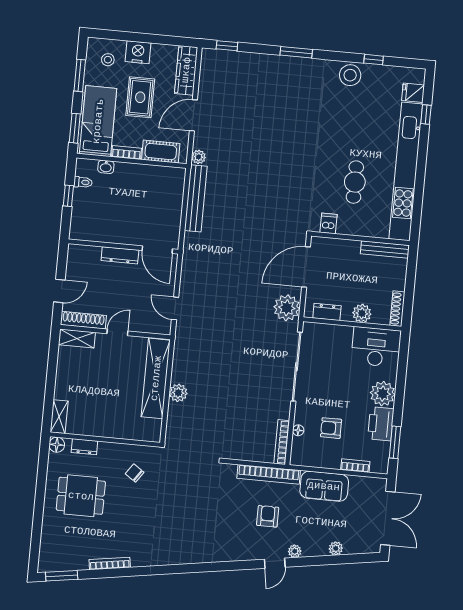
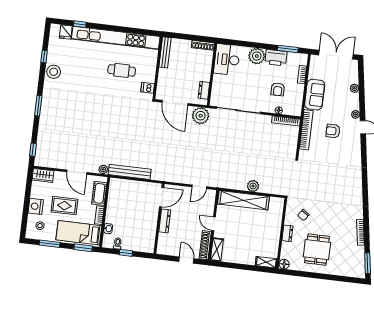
wardrobe: (186, 70) -> (43, 175), width x0.67
plant: (362, 313) -> (205, 68), removed
dresser: (84, 447) -> (287, 233), moved

